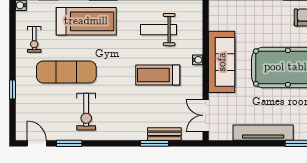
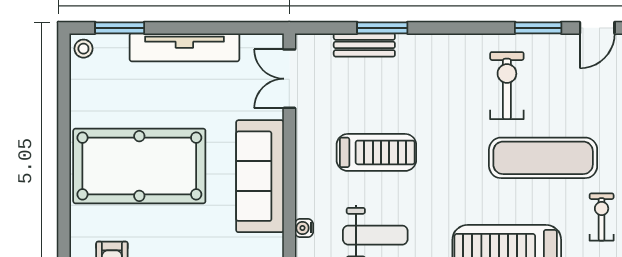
water cooler: (198, 60) -> (304, 228), moved
double door: (206, 115) -> (289, 79), swing flipped
door: (37, 143) -> (597, 28), hinge flipped

